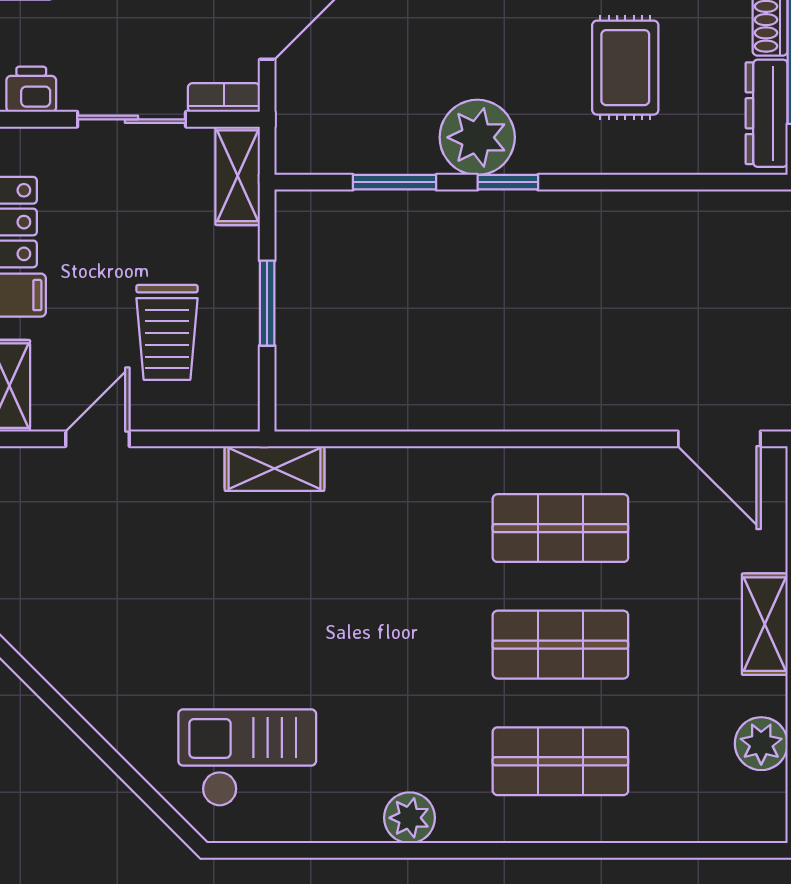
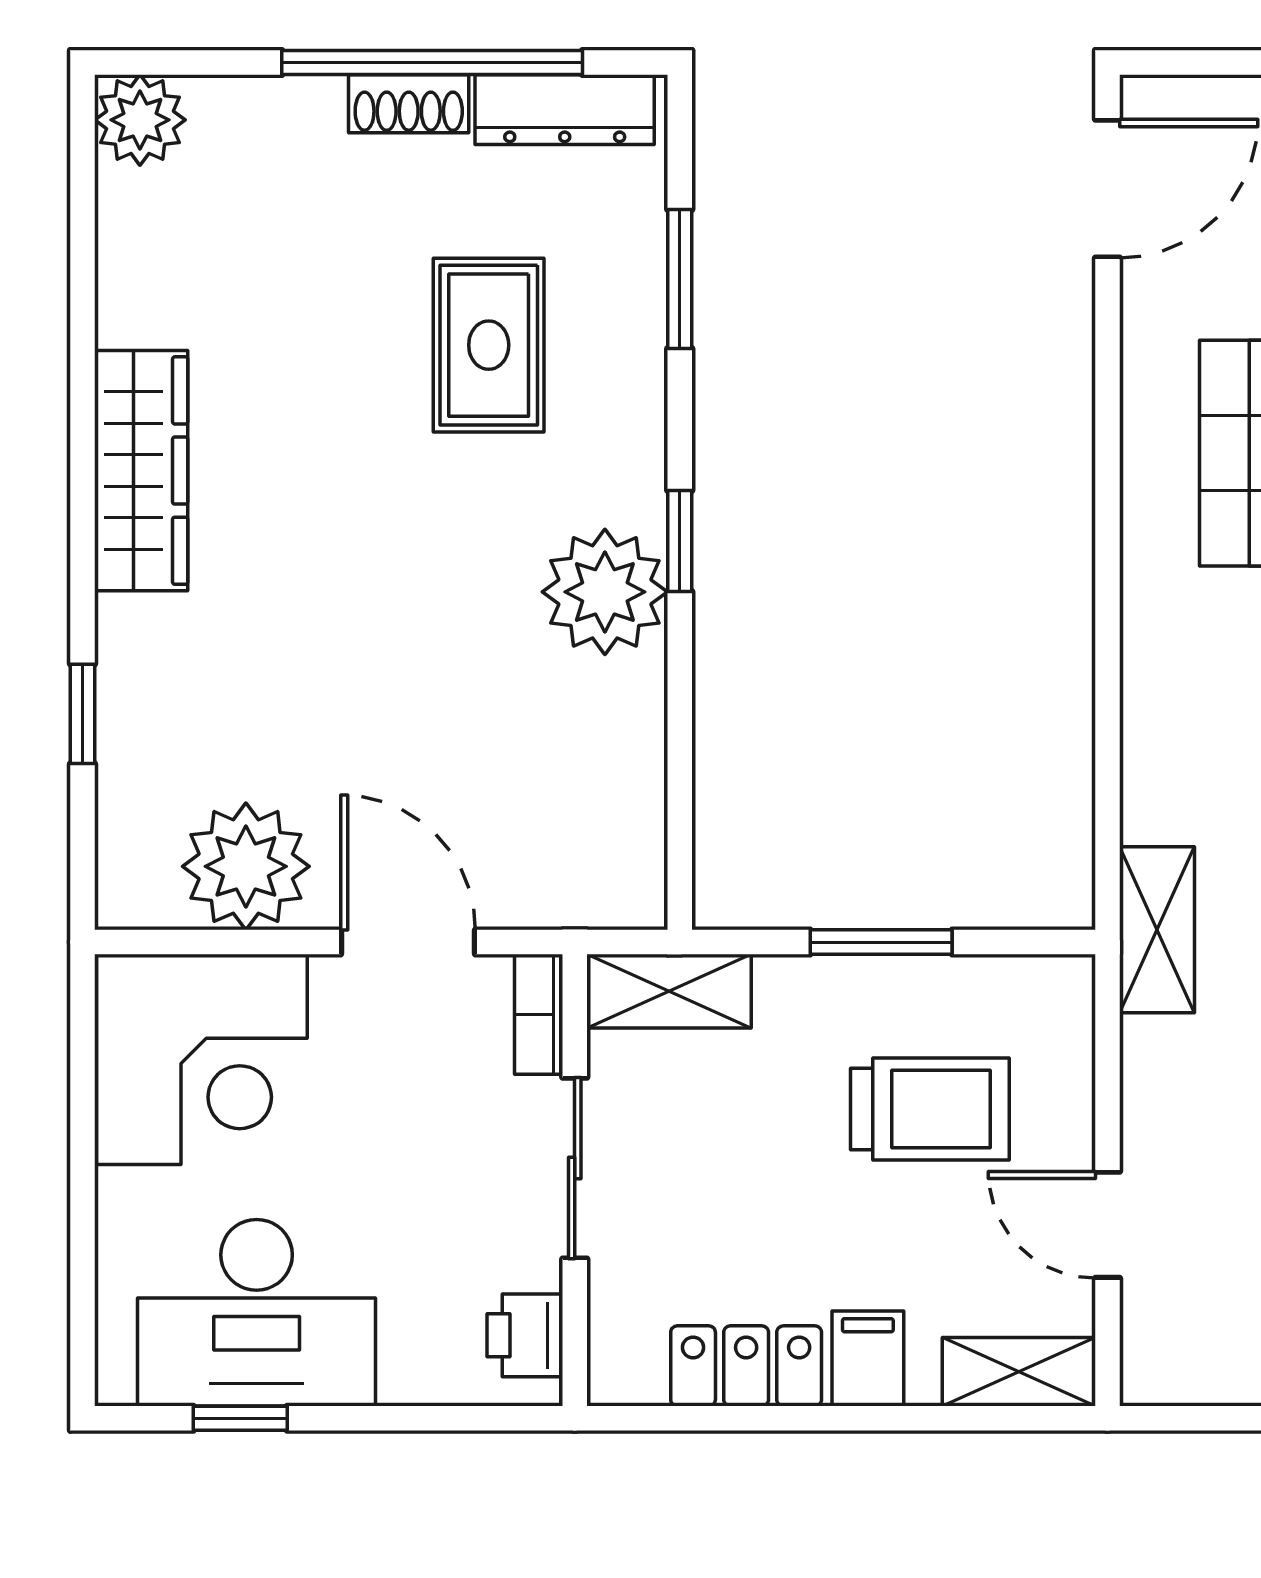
rug: (625, 68) -> (489, 345), turned 90
window: (395, 182) -> (680, 279), moved

